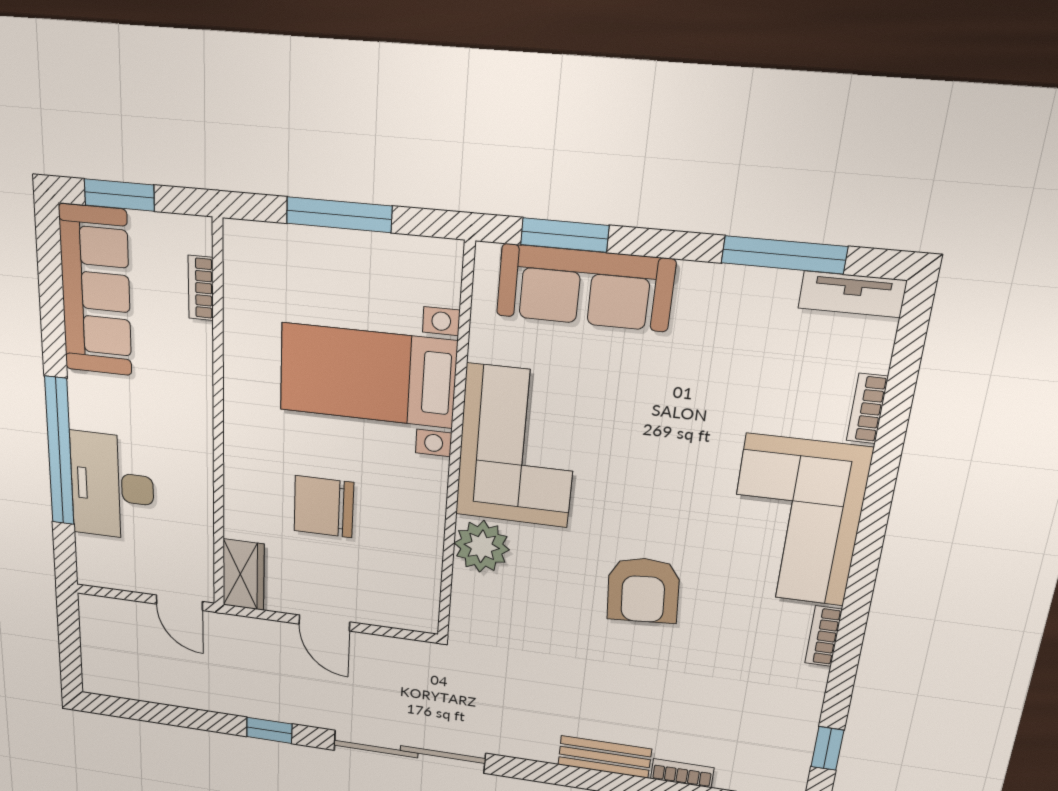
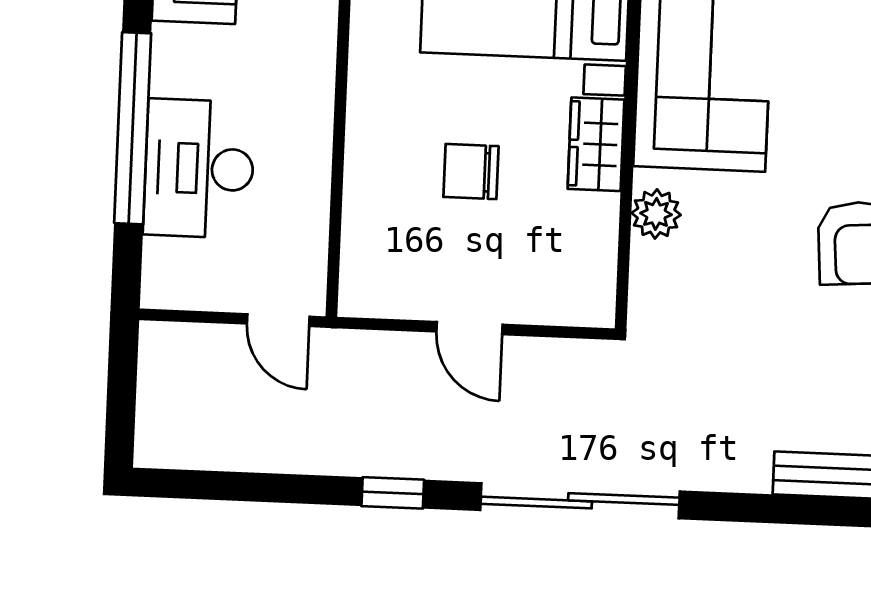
chair: (324, 507) -> (471, 172), width x0.73, depth x0.73
plant: (482, 546) -> (656, 214), width x0.73, depth x0.73
wardrobe: (243, 575) -> (596, 144), moved, turned 180

